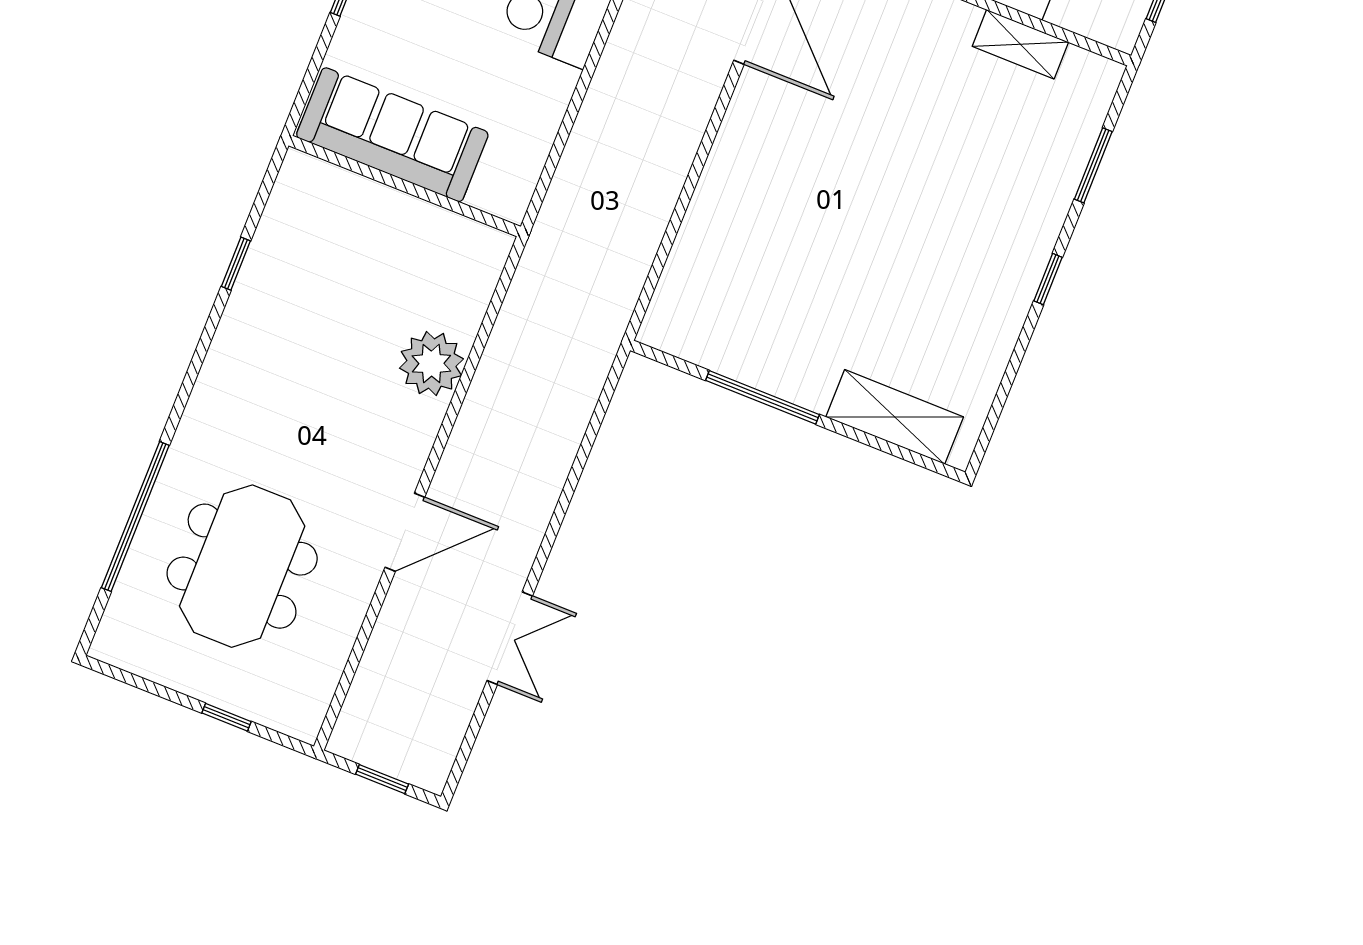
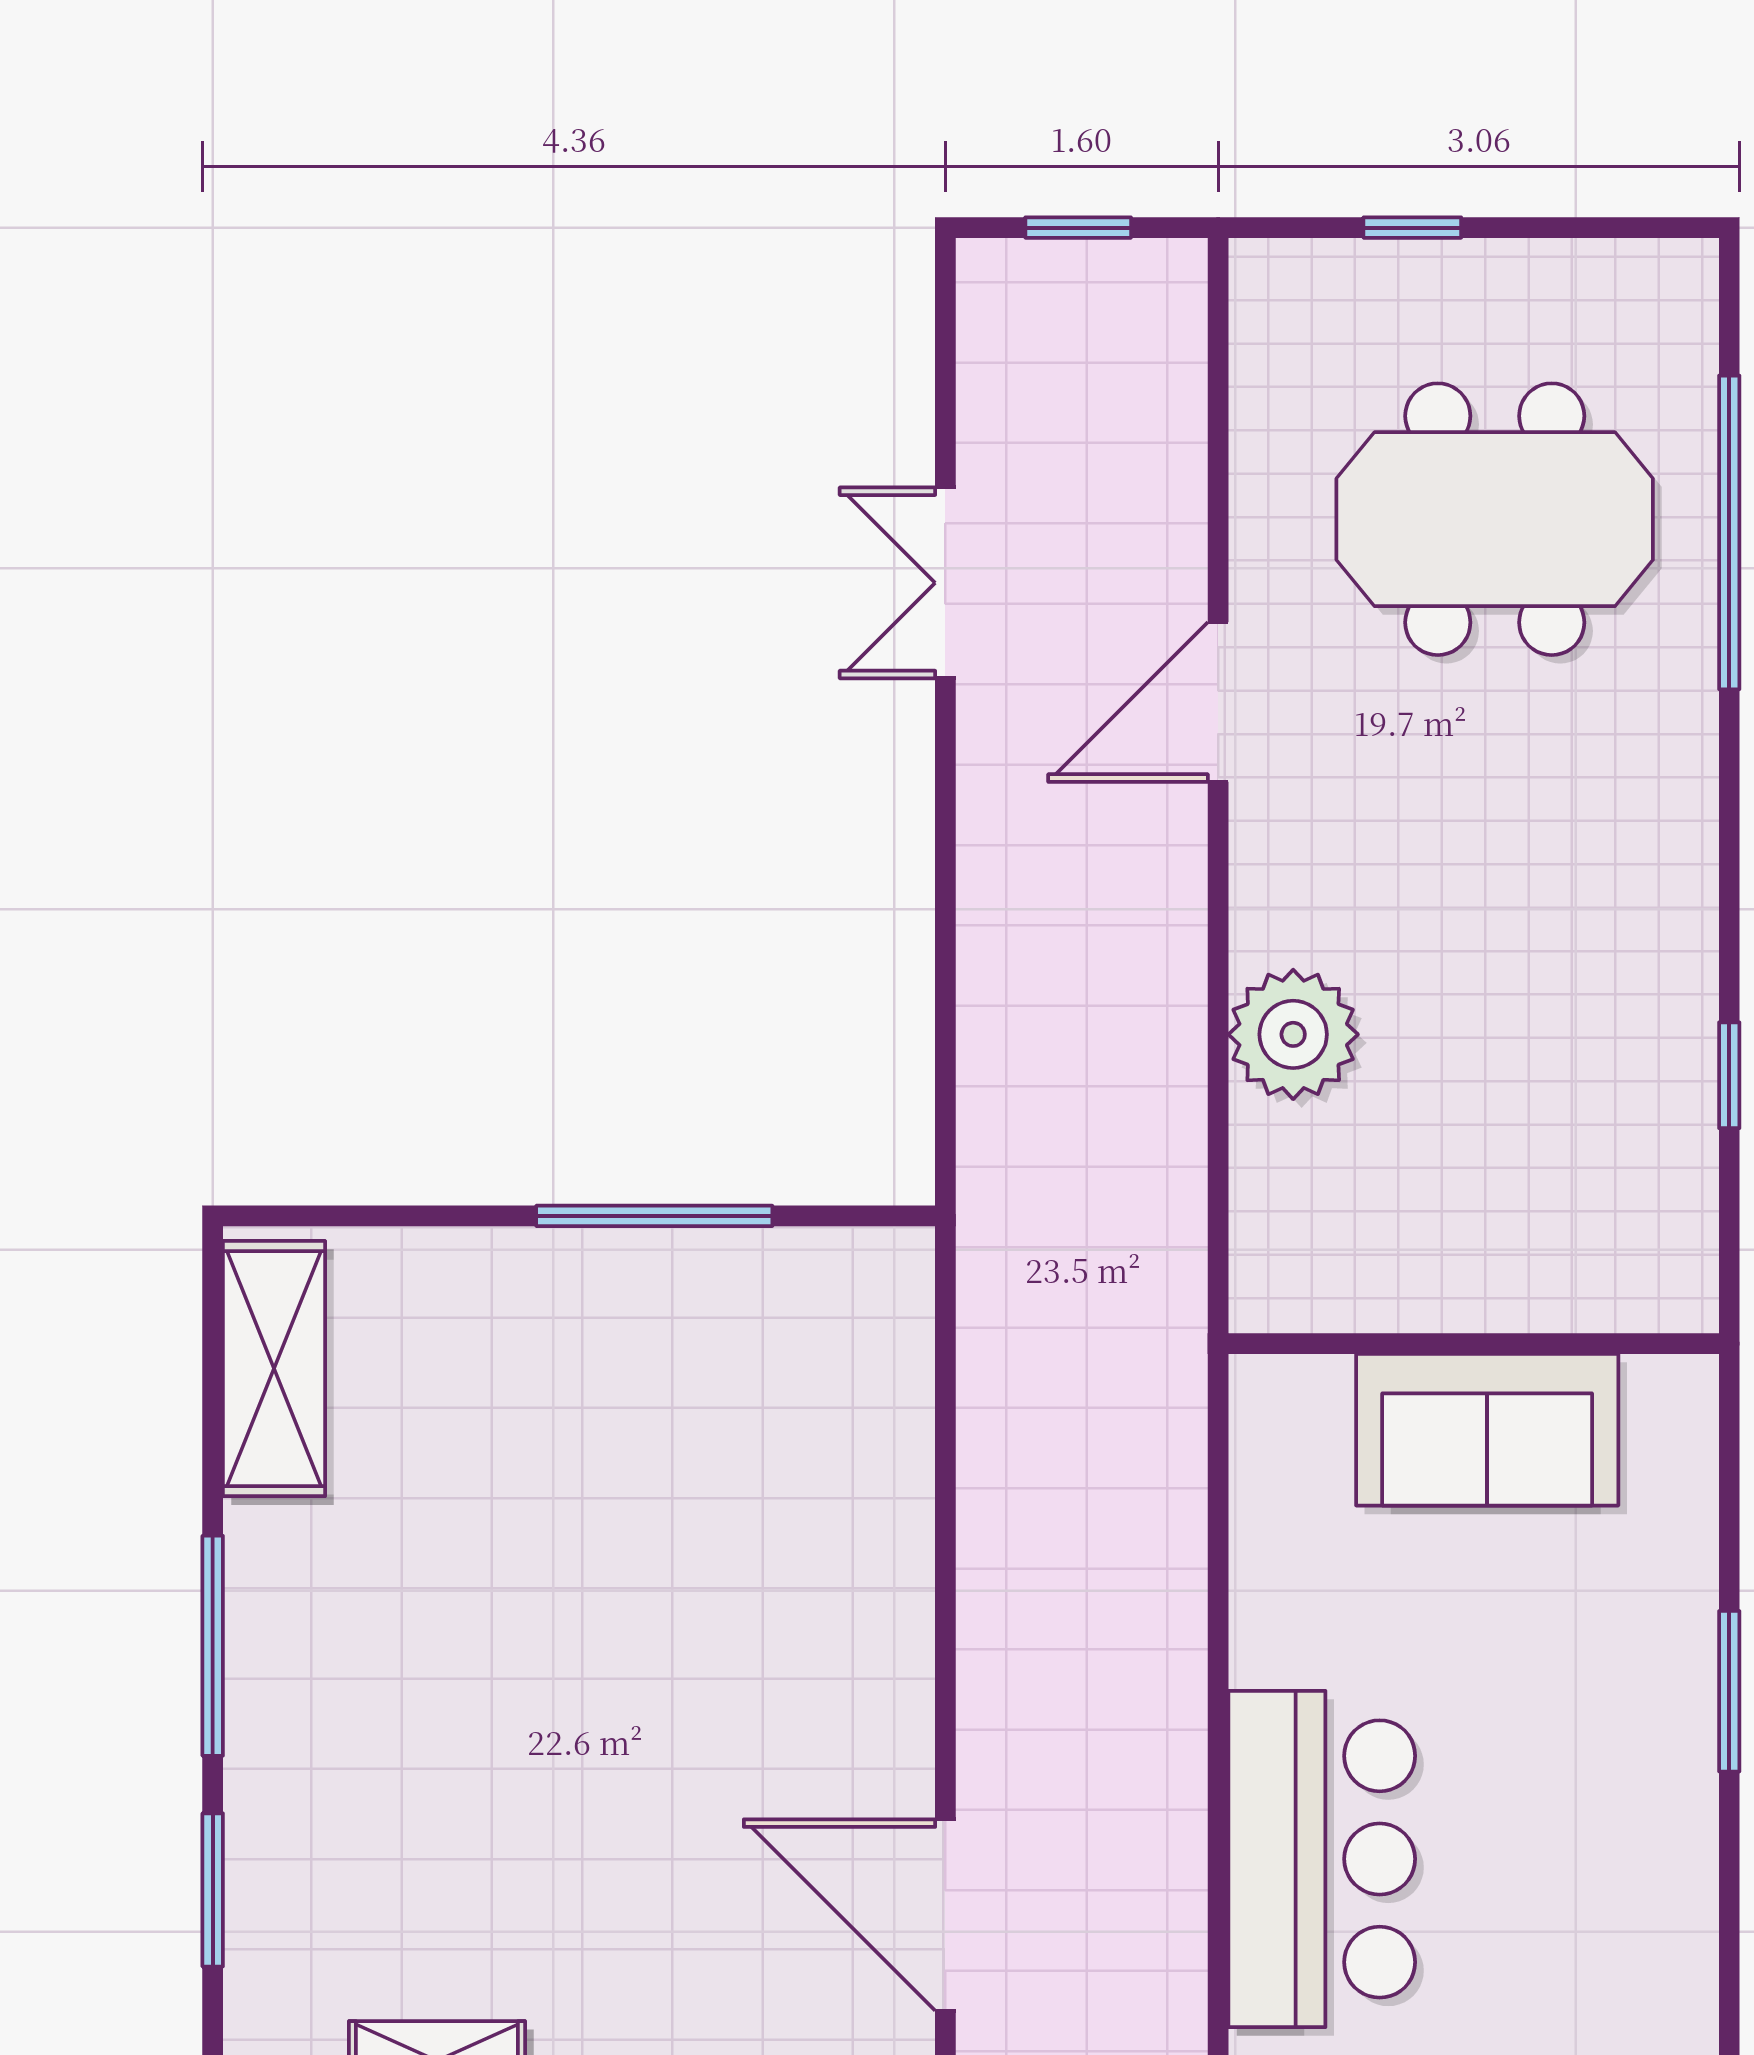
sofa: (392, 135) -> (1487, 1430), width x0.73
window: (1048, 279) -> (213, 1646), width x2.17
shelving: (895, 417) -> (274, 1369), moved, turned 90
meeting table: (242, 566) -> (1495, 519), turned 90

